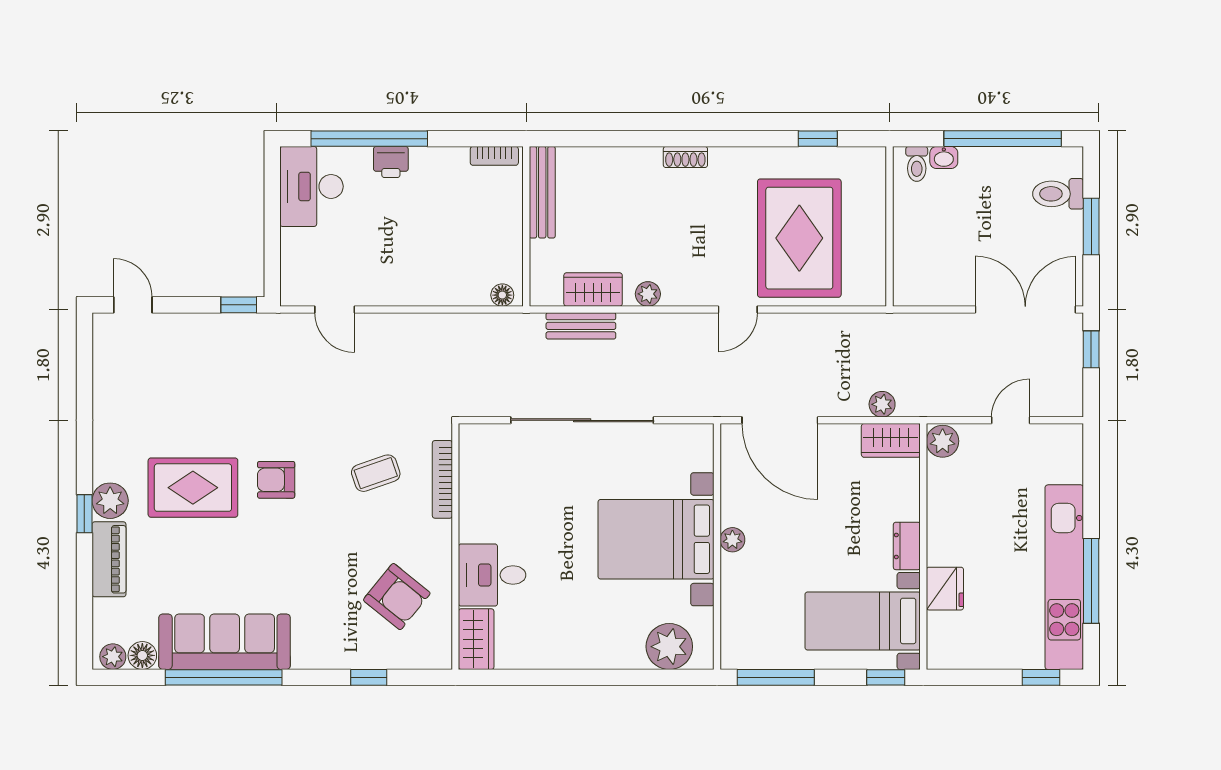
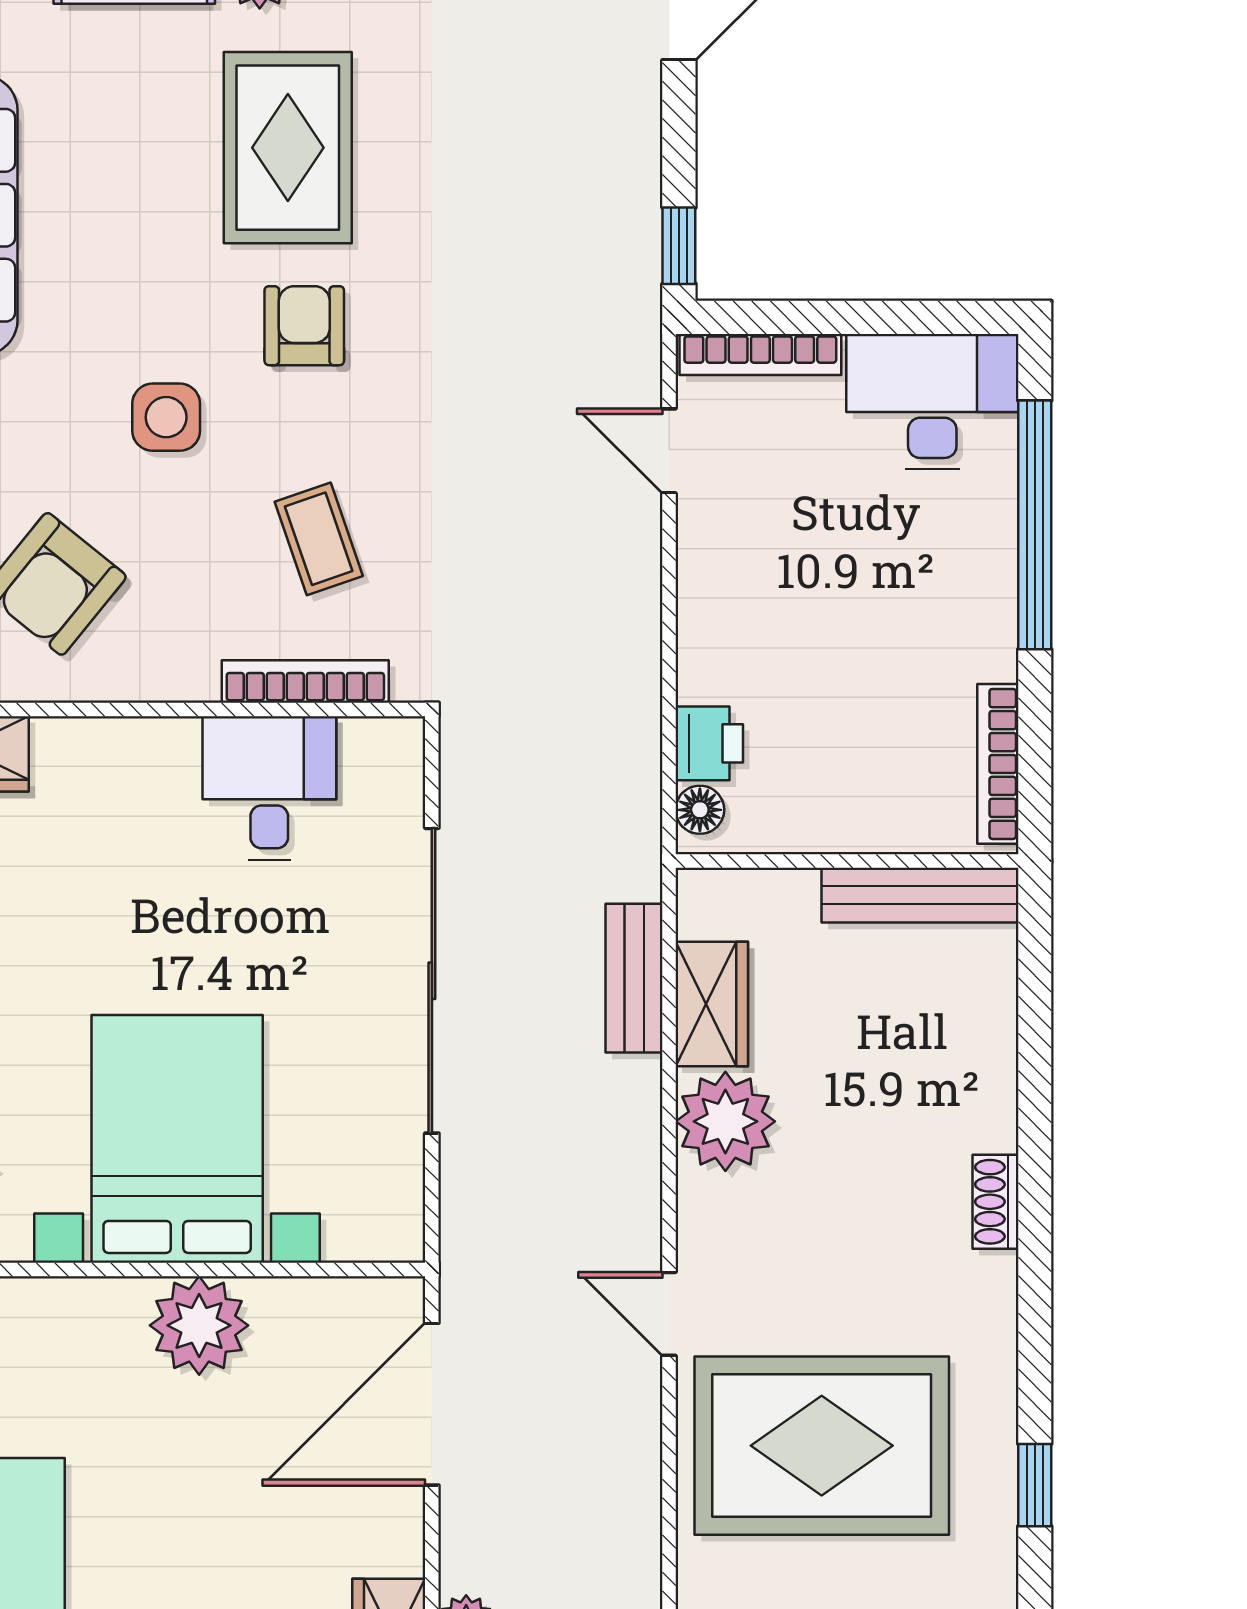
bookcase: (494, 156) -> (998, 764), width x1.56
printer: (391, 162) -> (709, 743), moved, turned 180
bookcase: (290, 267) -> (760, 354), added
plant: (648, 294) -> (725, 1121), width x1.87, depth x1.87
door: (335, 309) -> (669, 451), hinge flipped
plant: (732, 540) -> (199, 1325), width x1.87, depth x1.87
side table: (319, 544) -> (166, 417), added
desk: (492, 575) -> (269, 788), moved

